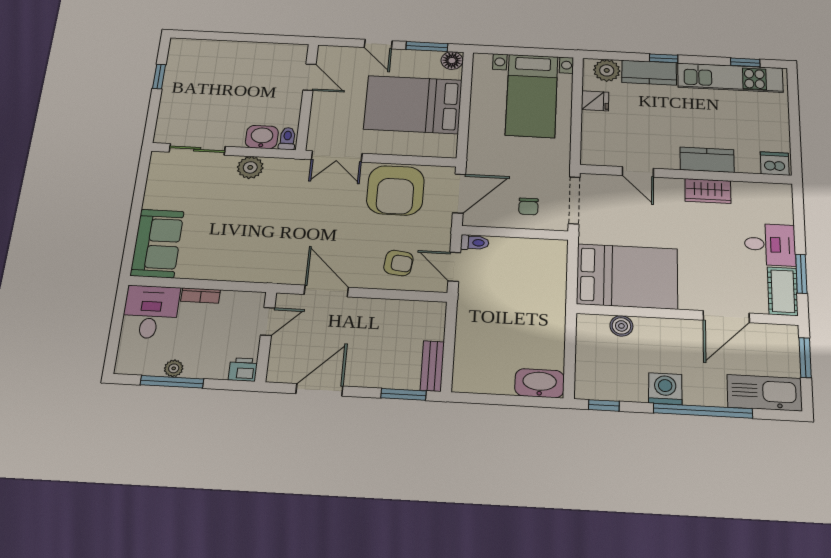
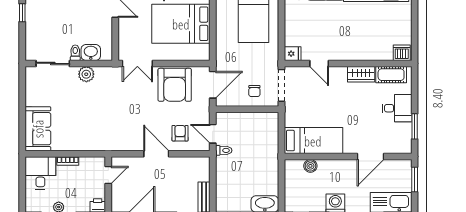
fridge: (595, 101) -> (293, 54), moved
toilet: (287, 139) -> (75, 53), moved
kitchen counter: (707, 160) -> (361, 52), removed
toilet: (475, 243) -> (224, 150), moved
armchair: (398, 263) -> (180, 133), turned -97
bed: (627, 276) -> (313, 141), width x0.67
door: (326, 291) -> (156, 154), moved
cot: (783, 291) -> (391, 75), moved, turned 90

